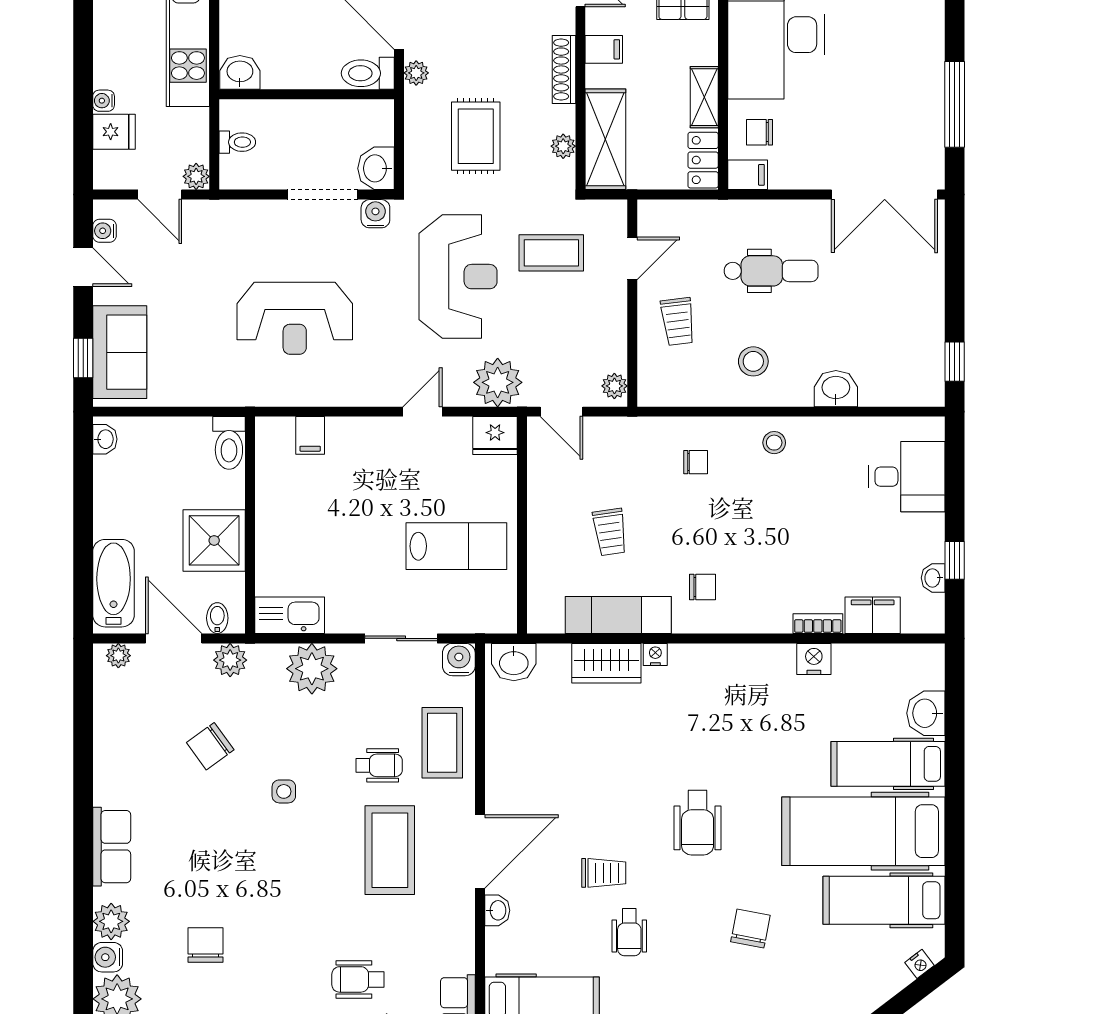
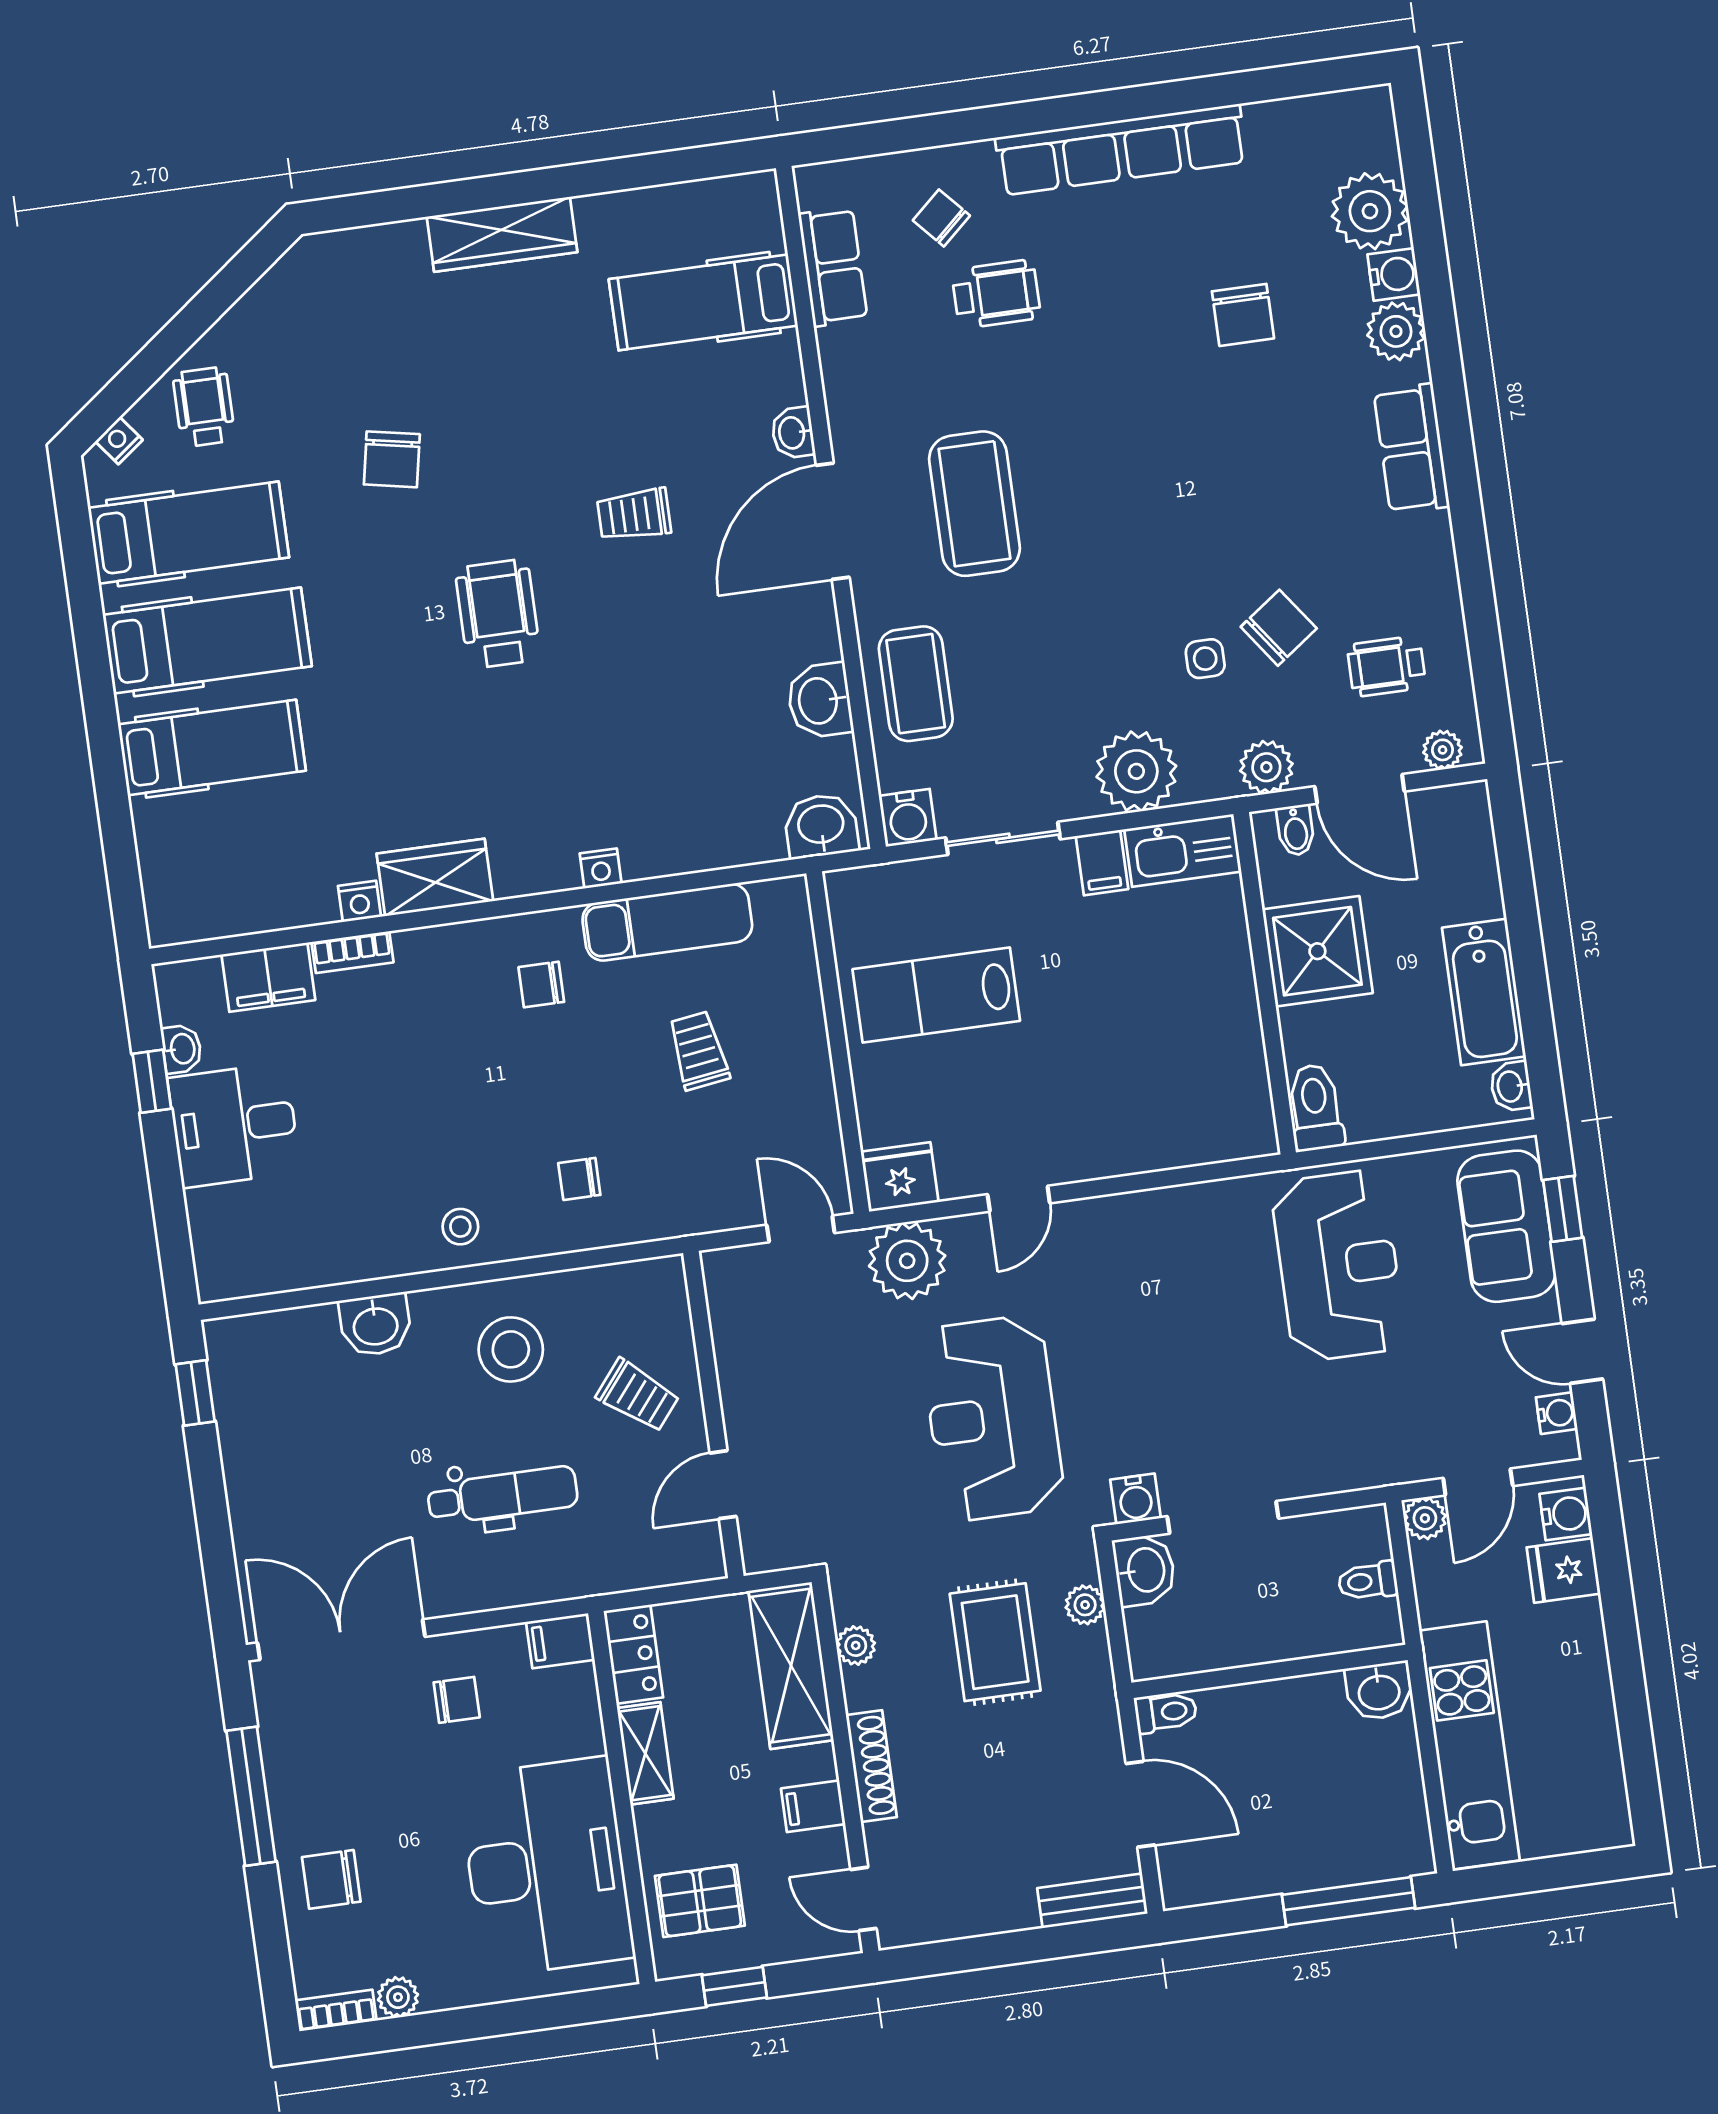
chair: (912, 45) -> (331, 1879), added
toilet: (368, 73) -> (1166, 1712), width x0.73, depth x0.72
plant: (416, 73) -> (1085, 1605), moved
water cooler: (104, 101) -> (1566, 1514), moved, width x1.38, depth x1.38
chair: (760, 132) -> (457, 1700), moved
door: (160, 195) -> (1478, 1482), swing flipped
coffee table: (551, 253) -> (851, 1476), removed
dental chair: (771, 271) -> (503, 1495), turned 180
reception desk: (295, 318) -> (1338, 1266), moved, turned 90
trolley: (678, 322) -> (638, 1396), turned 136
stool: (753, 361) -> (511, 1349), width x1.38, depth x1.38
plant: (614, 386) -> (723, 1281), removed
filing cabinet: (310, 435) -> (1102, 863), moved, turned 180
desk: (907, 477) -> (234, 1125), moved
bathtub: (114, 583) -> (1484, 992), moved
nightstand: (814, 659) -> (359, 901), width x0.72, depth x0.74
wardrobe: (606, 663) -> (435, 877), moved
washbasin: (926, 713) -> (820, 701), moved, turned 180
wheelchair: (379, 765) -> (1386, 666), moved
side table: (284, 791) -> (1205, 659), moved
hospital bed: (863, 831) -> (207, 641), width x0.73, depth x0.78
wheelchair: (629, 932) -> (204, 407), moved

